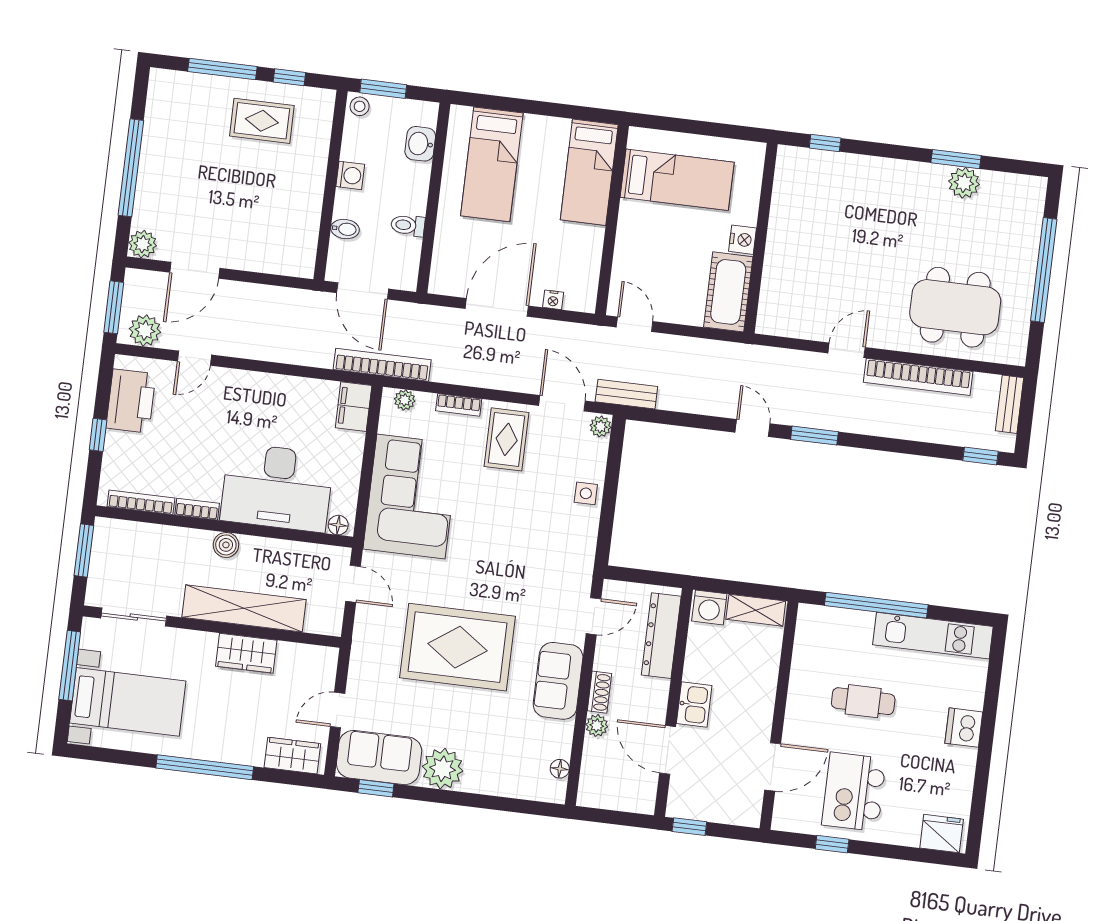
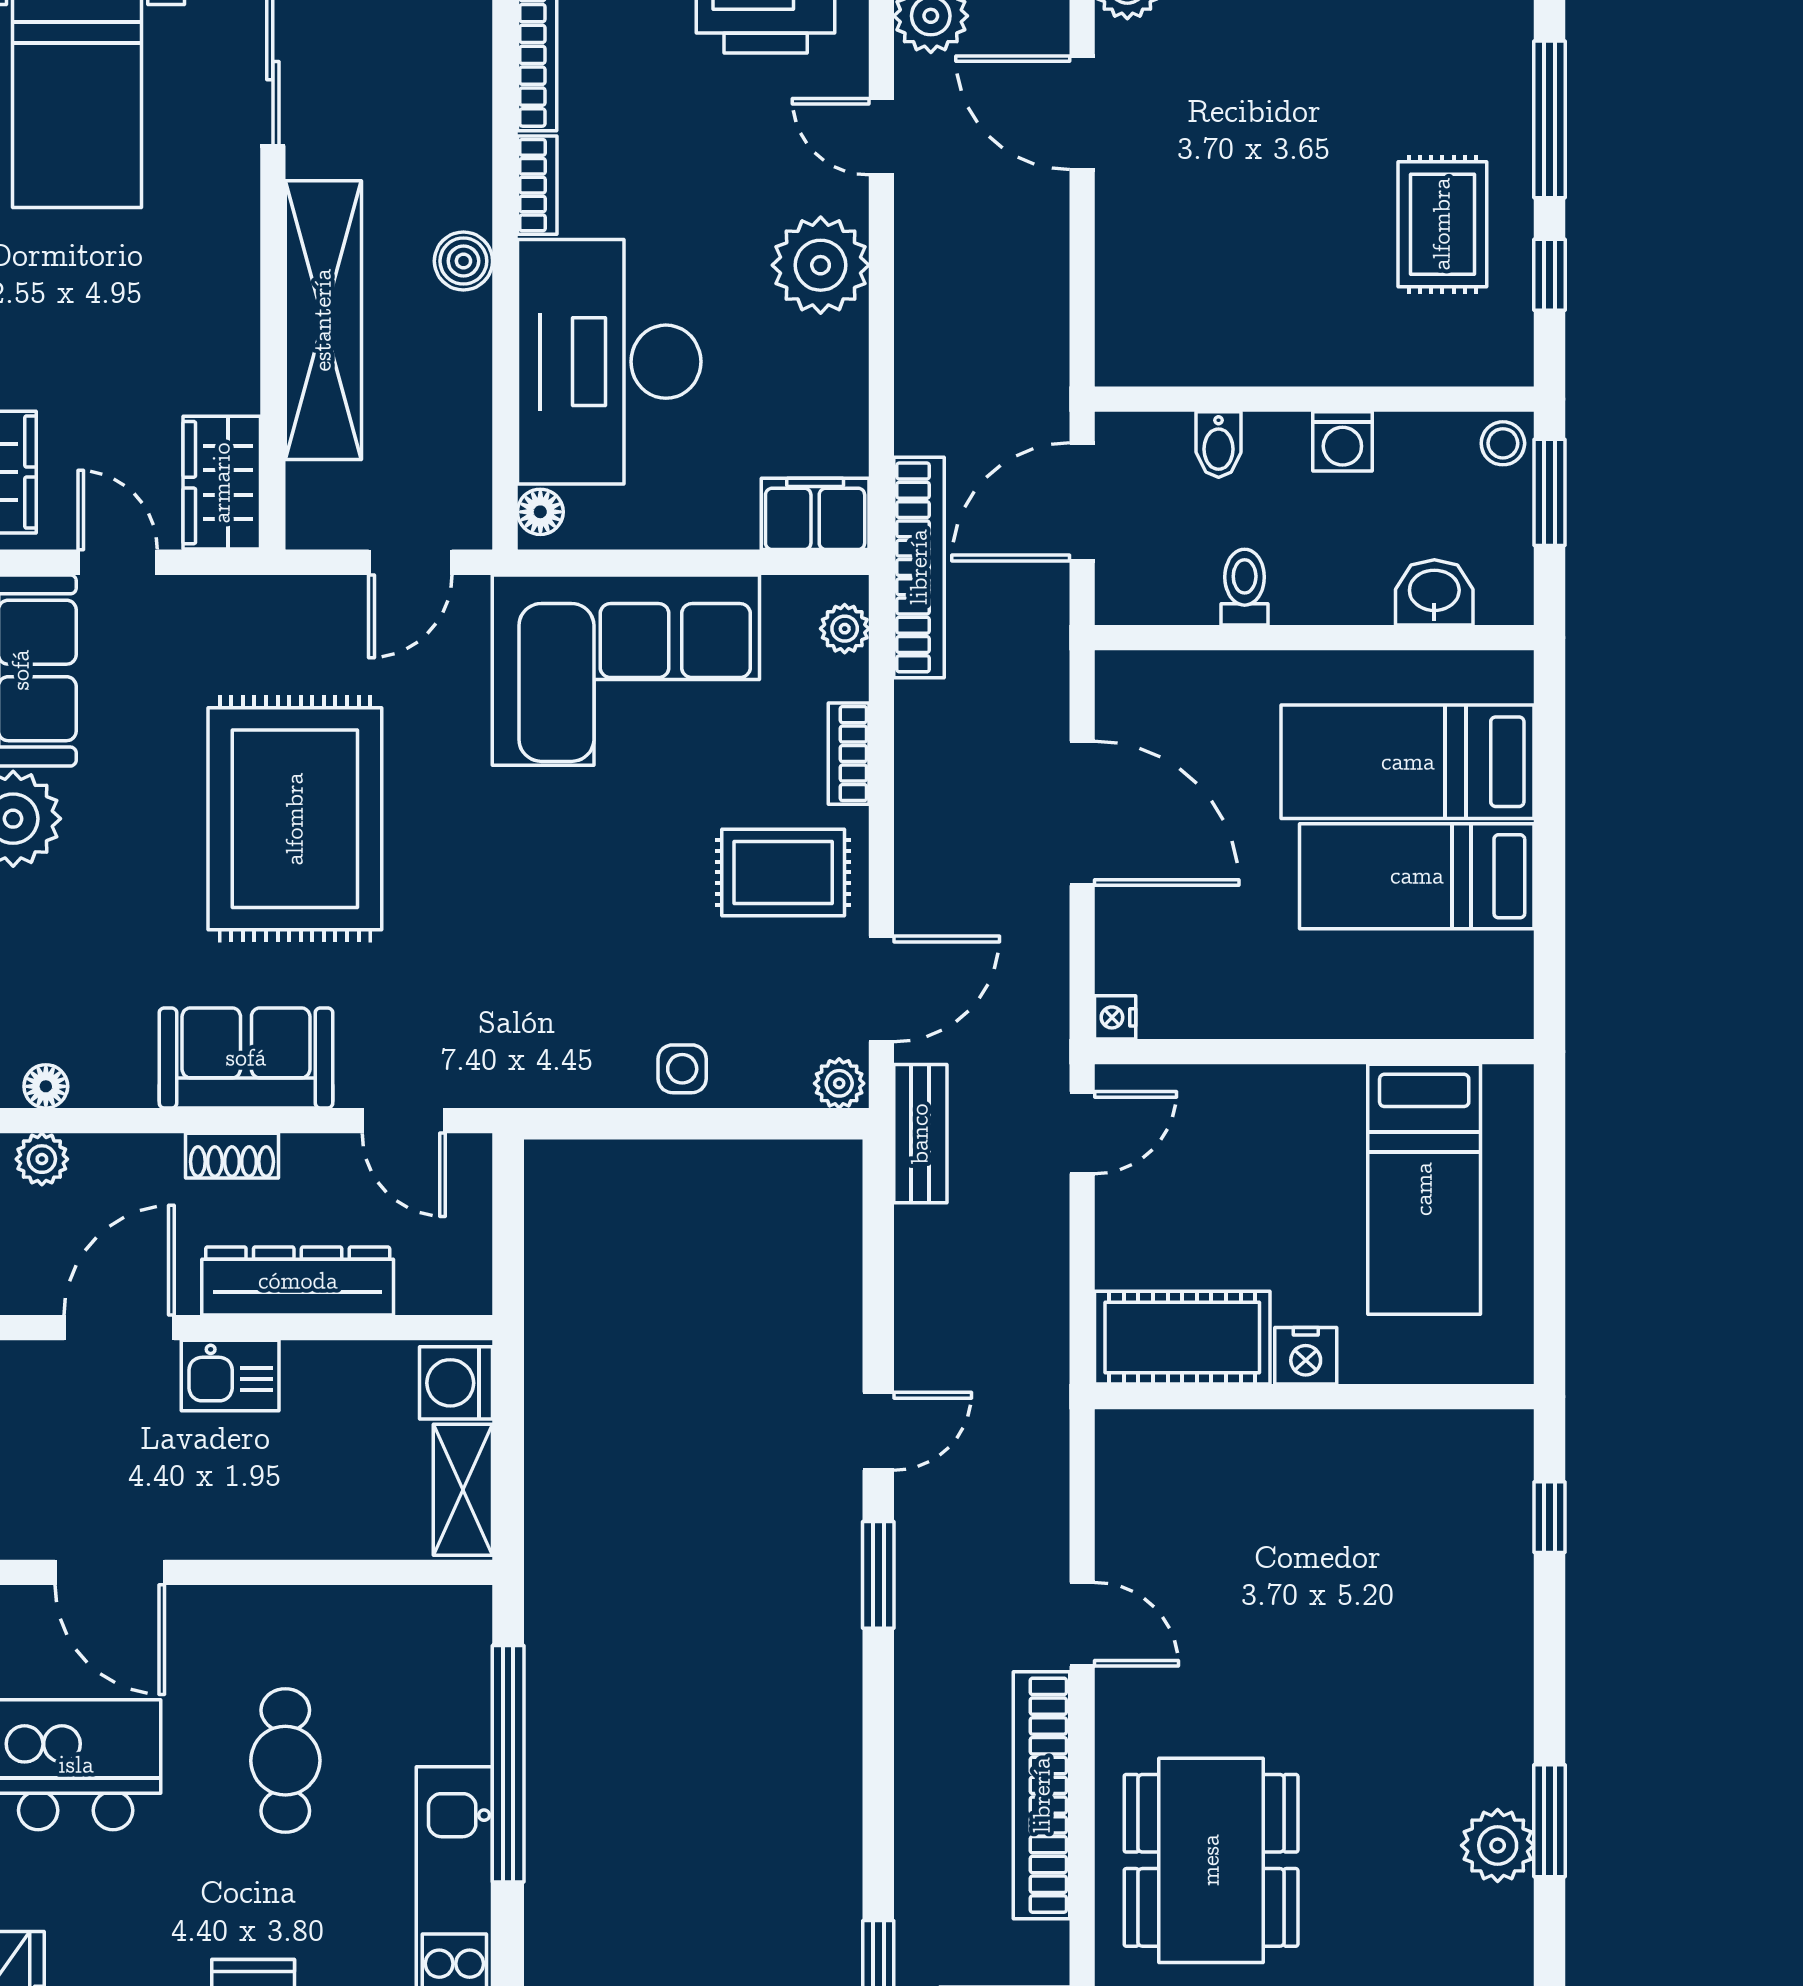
bed: (589, 172) -> (1417, 876), moved
nightstand: (553, 300) -> (1115, 1017), moved
plant: (247, 391) -> (821, 265), added
dresser: (661, 636) -> (298, 1281), moved
wardrobe: (246, 653) -> (222, 483), moved
plant: (597, 726) -> (42, 1159), moved

